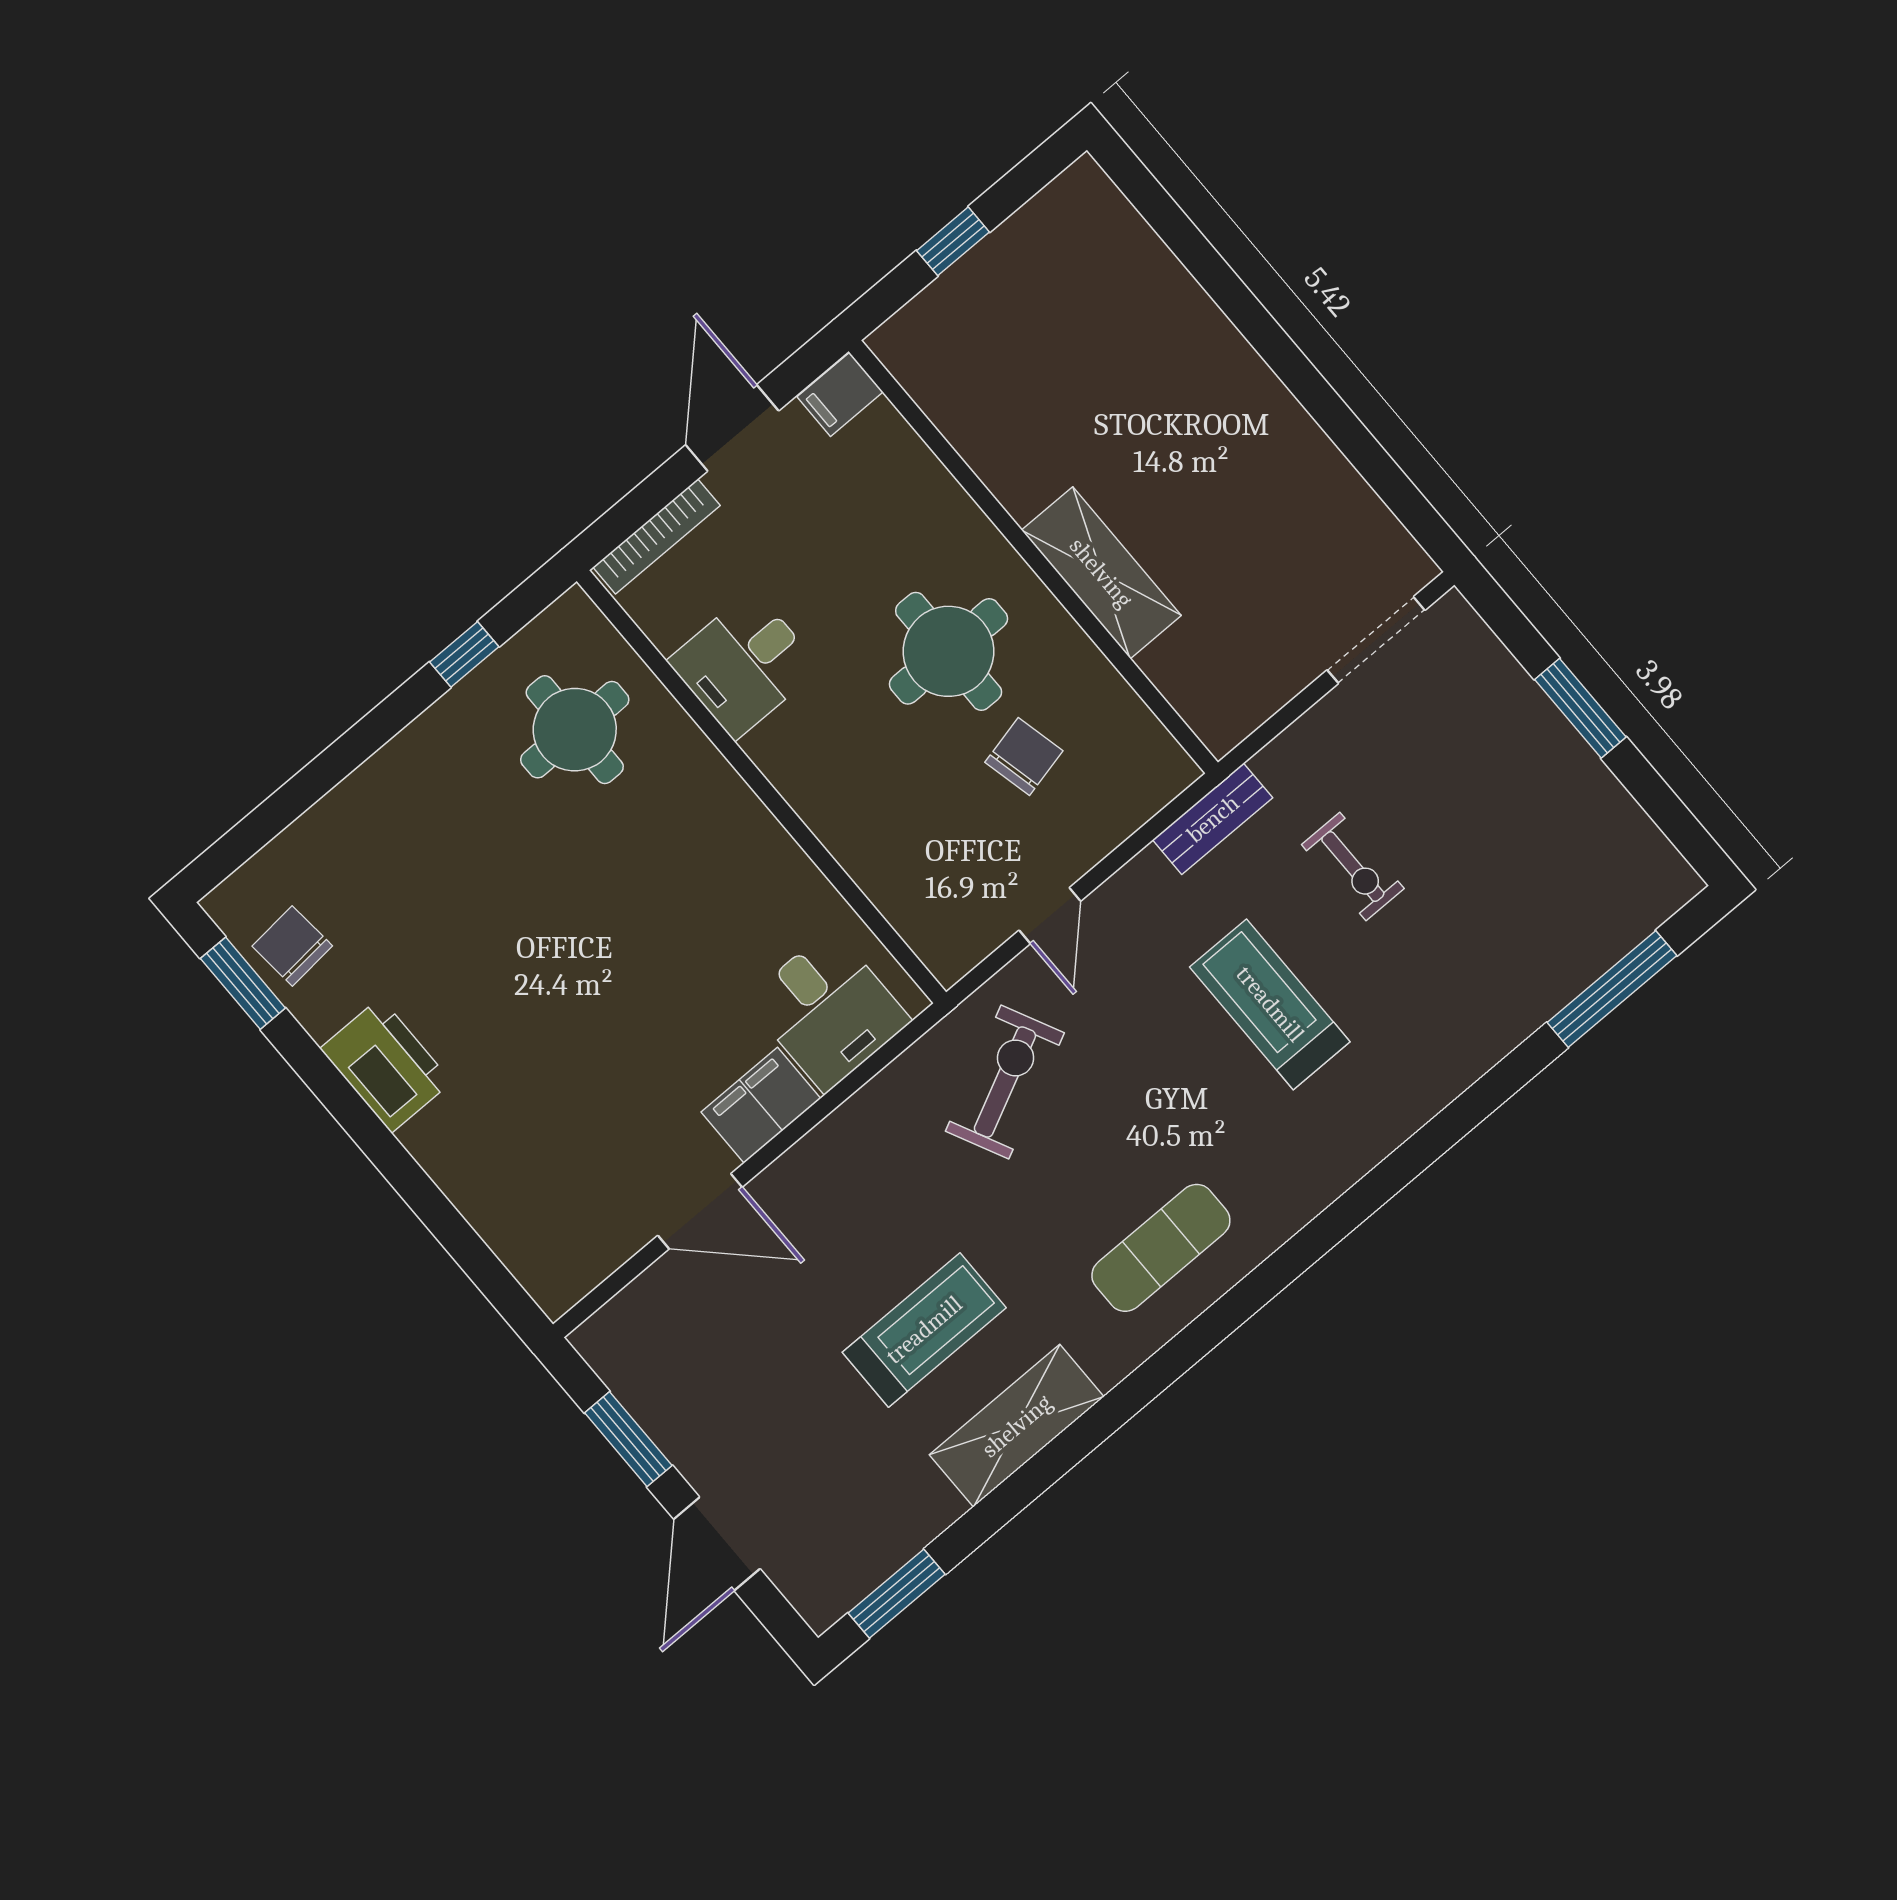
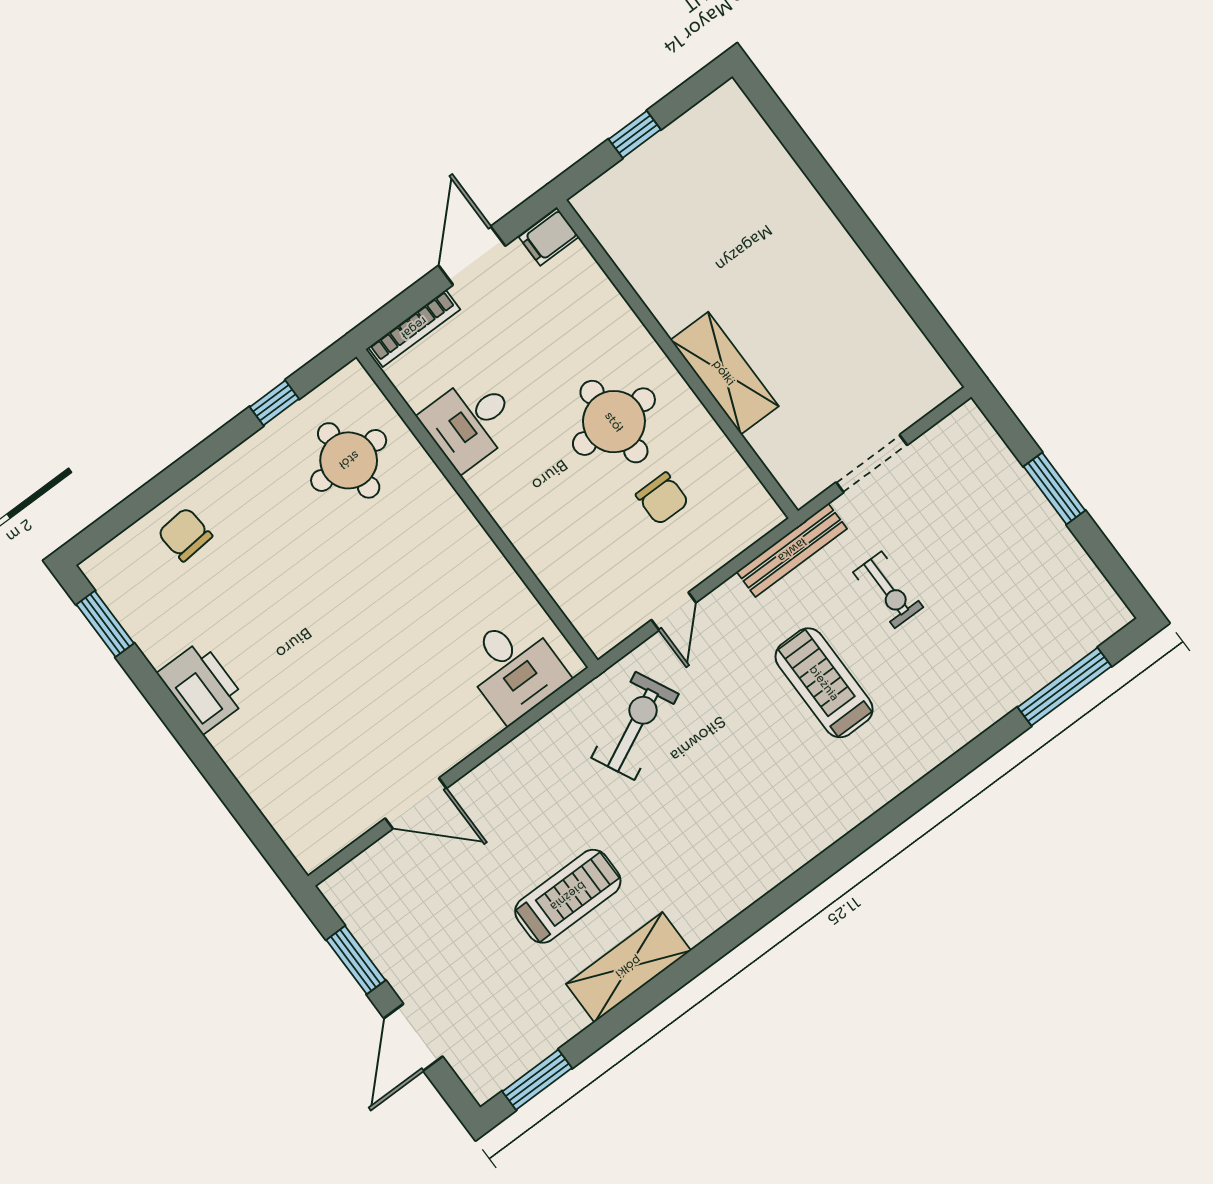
doorway: (1376, 640) -> (872, 464), moved
chair: (1024, 757) -> (662, 499), turned 103
bench: (1213, 819) -> (792, 550), width x1.36
chair: (292, 946) -> (185, 534), moved
filing cabinet: (761, 1105) -> (463, 732), removed
exercise mat: (1161, 1248) -> (737, 849), removed

